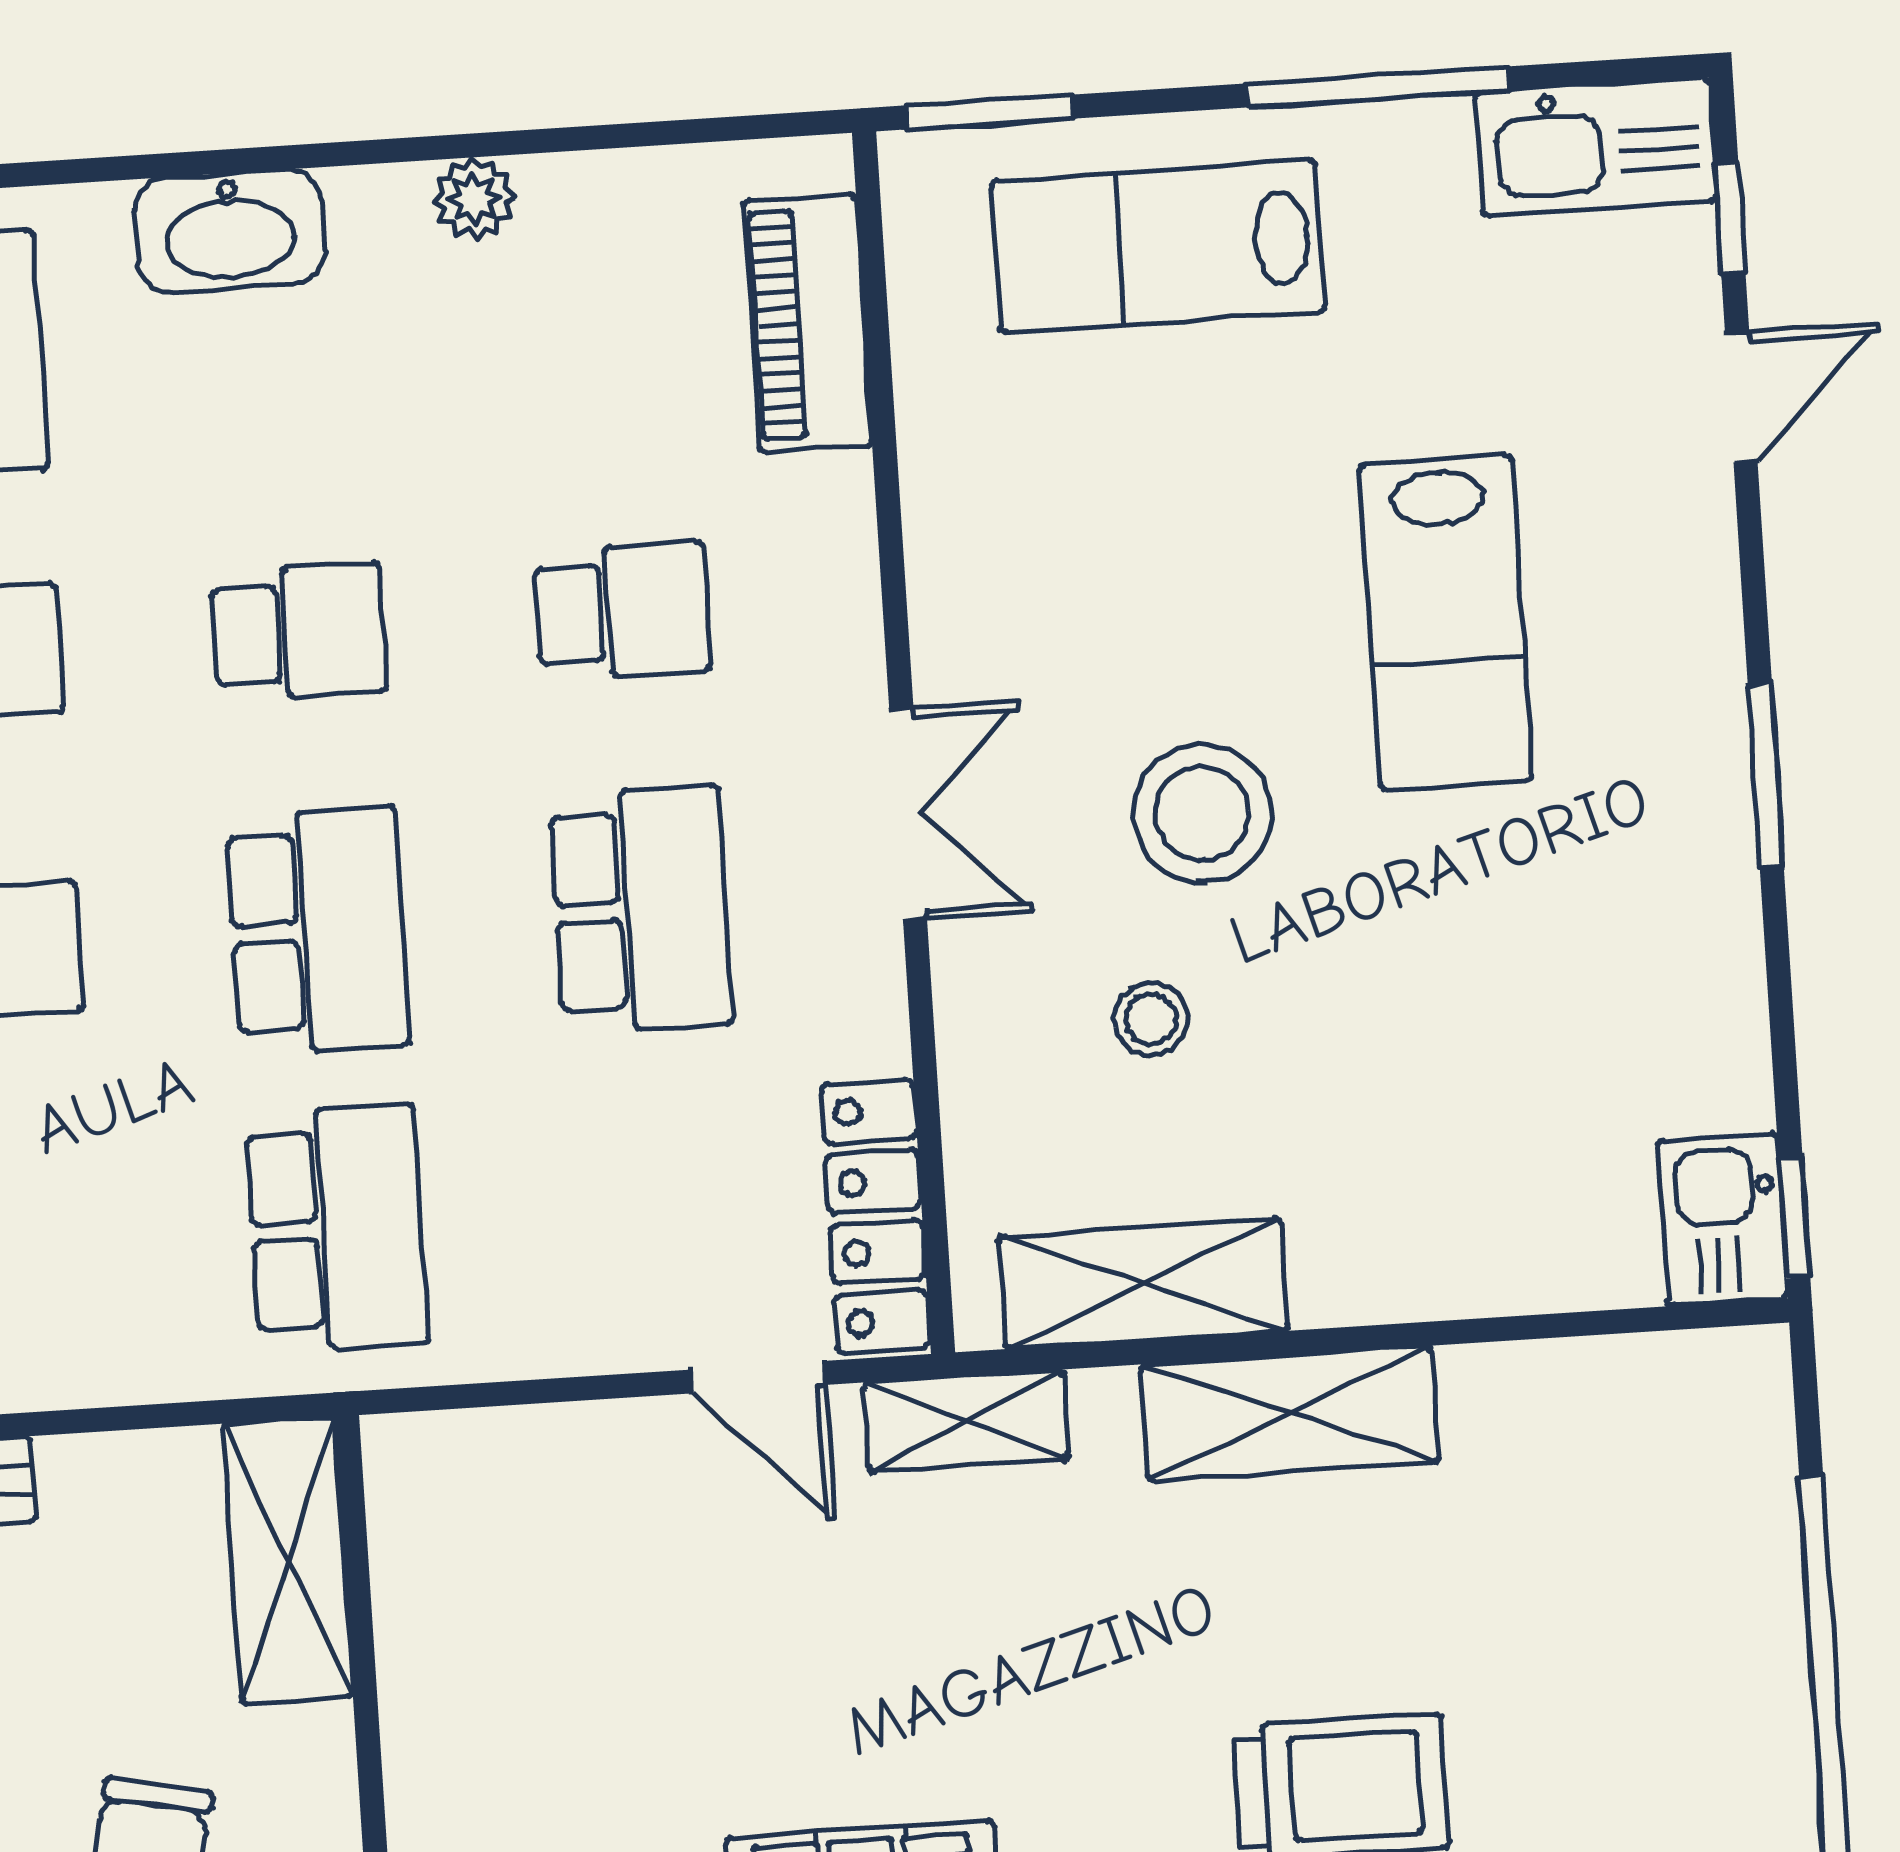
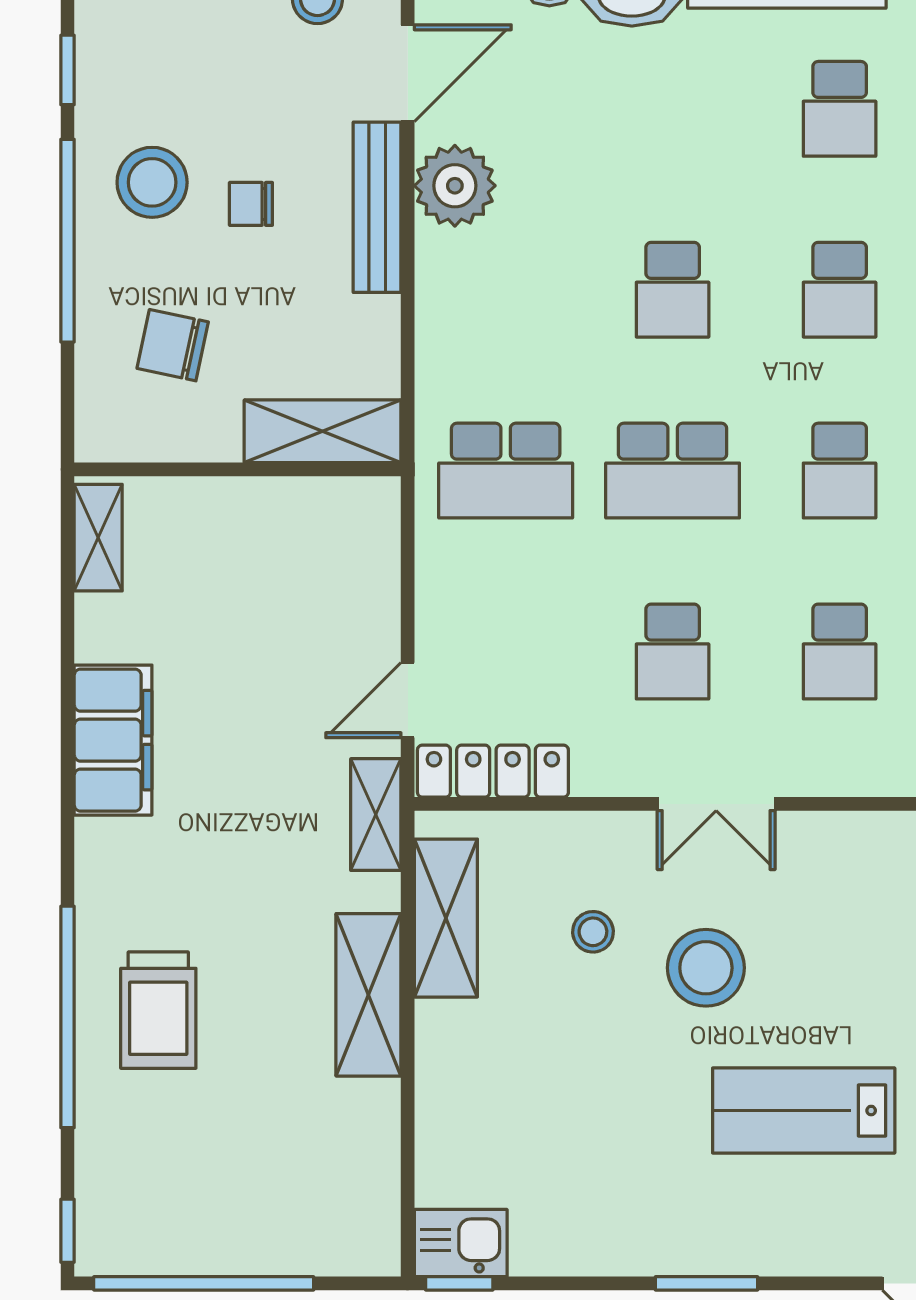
school desk: (641, 909) -> (673, 651), width x0.54

